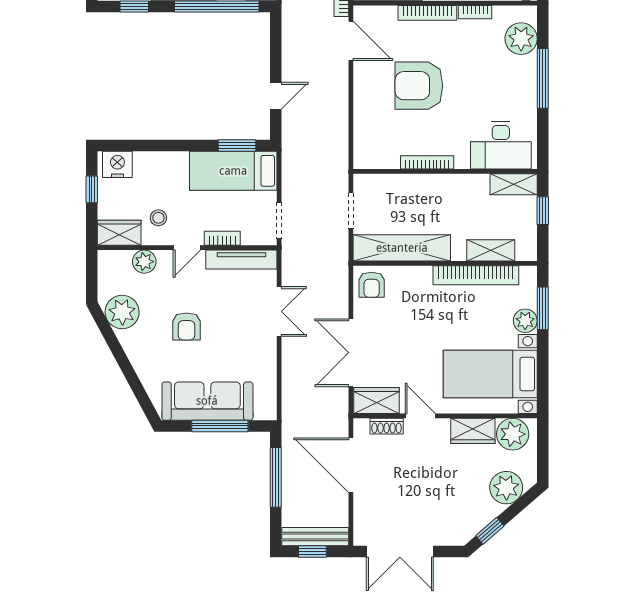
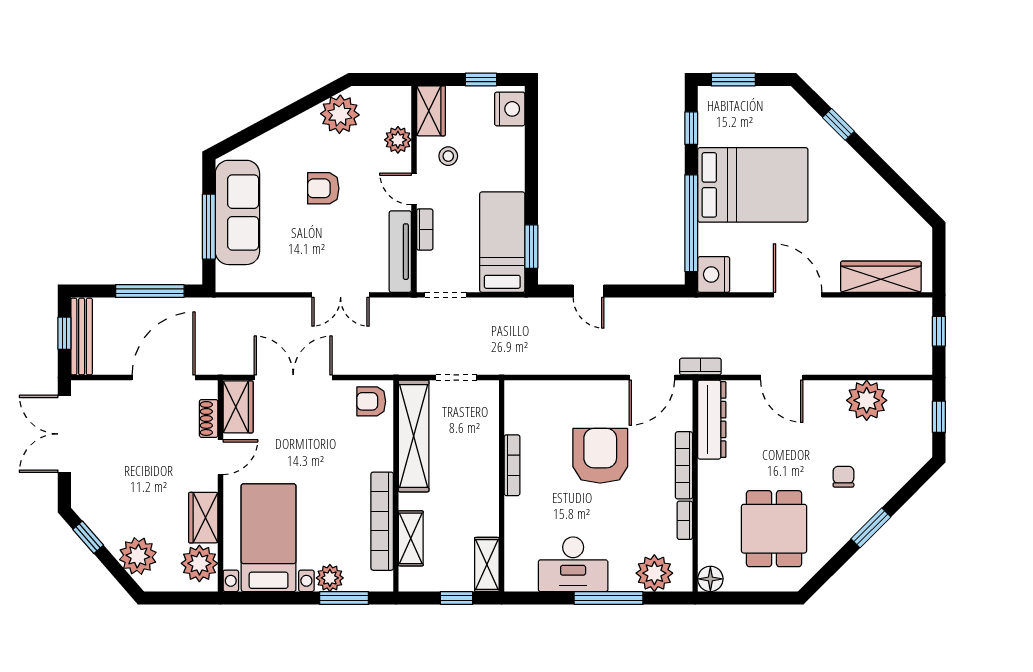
desk: (501, 145) -> (573, 564), moved, turned -90

